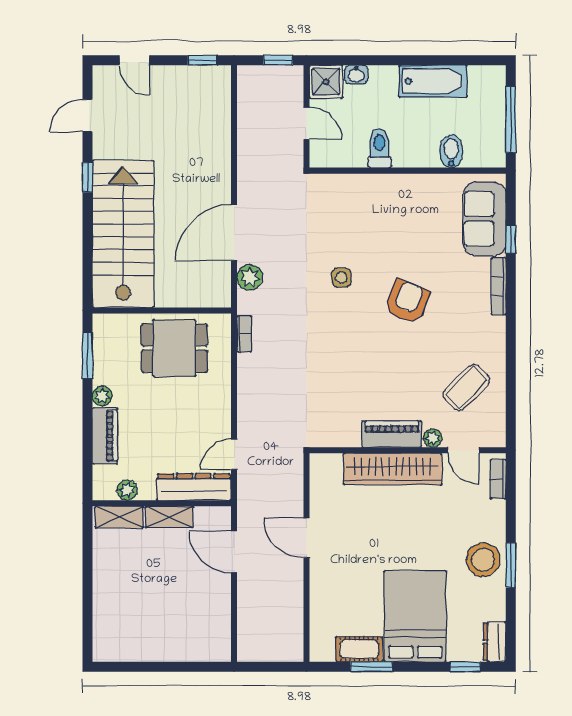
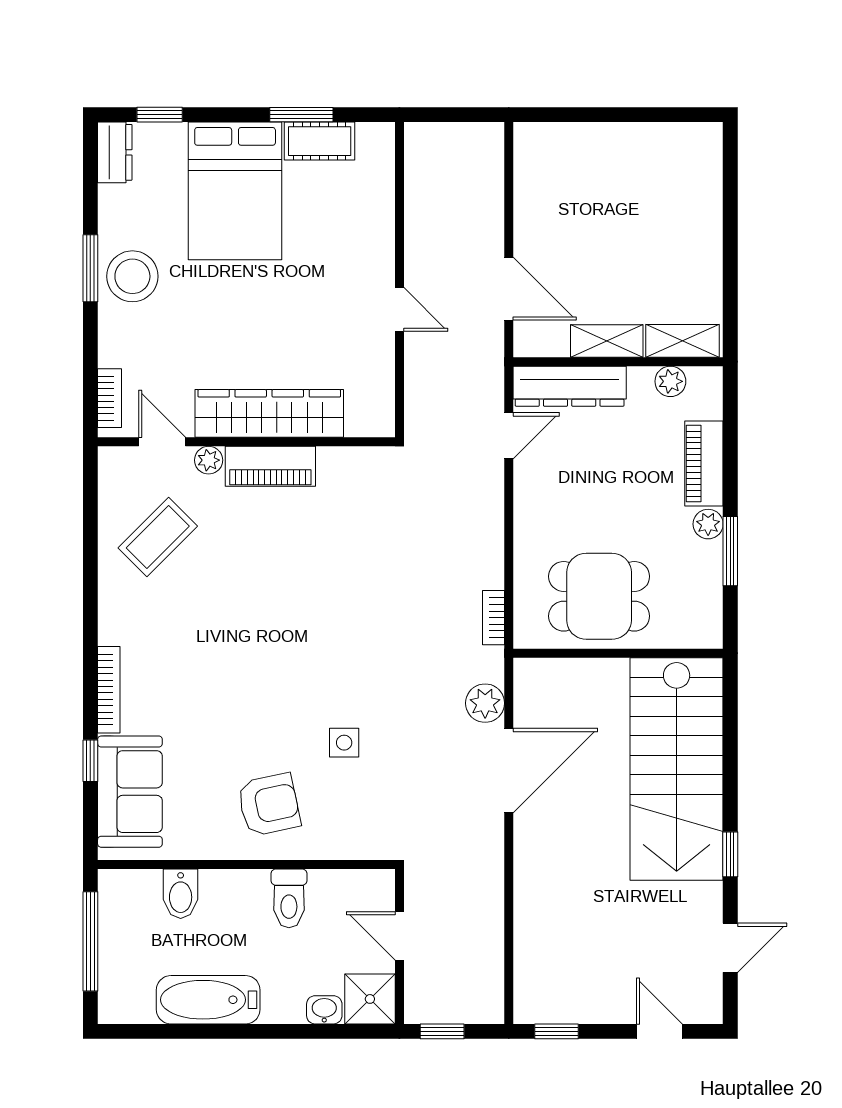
side table: (341, 278) -> (344, 743), moved
armchair: (407, 302) -> (269, 805), moved, turned -124
window: (88, 355) -> (730, 551), moved
door: (306, 538) -> (399, 309), width x0.73

